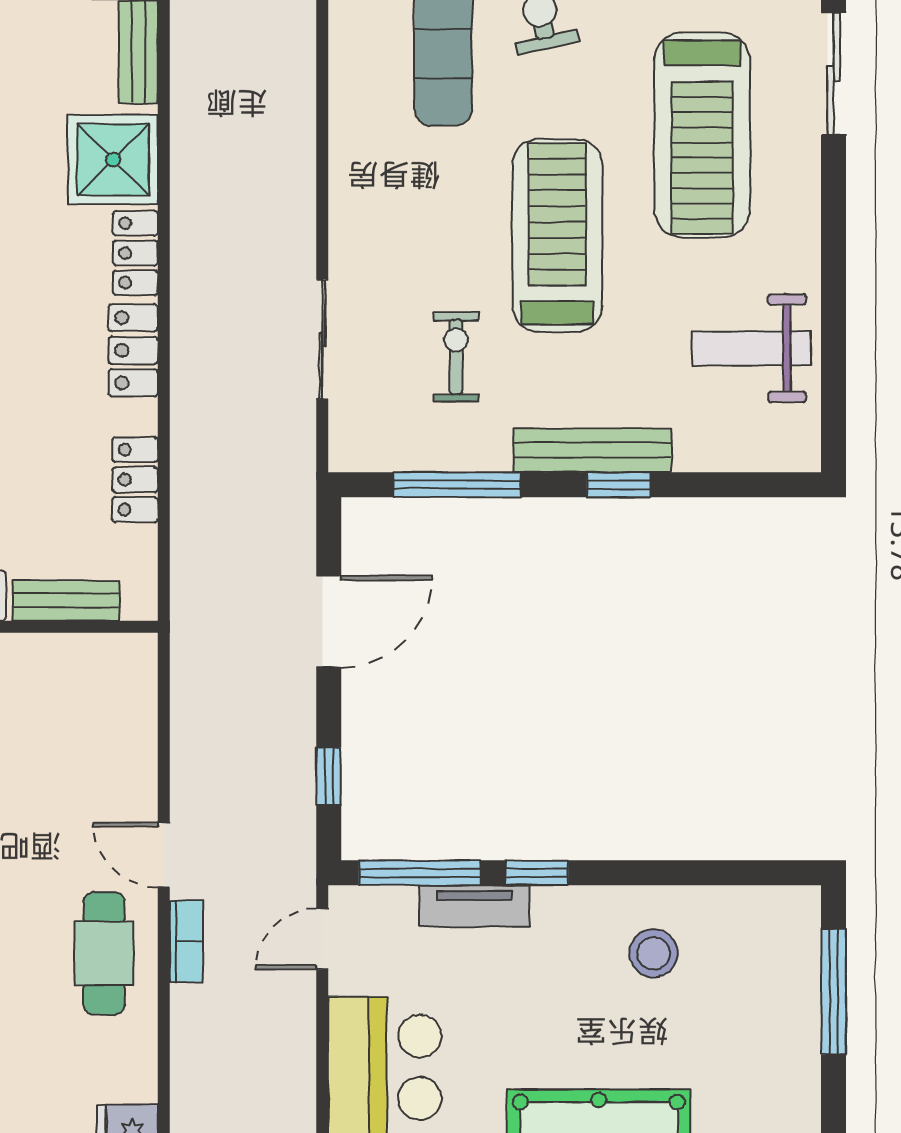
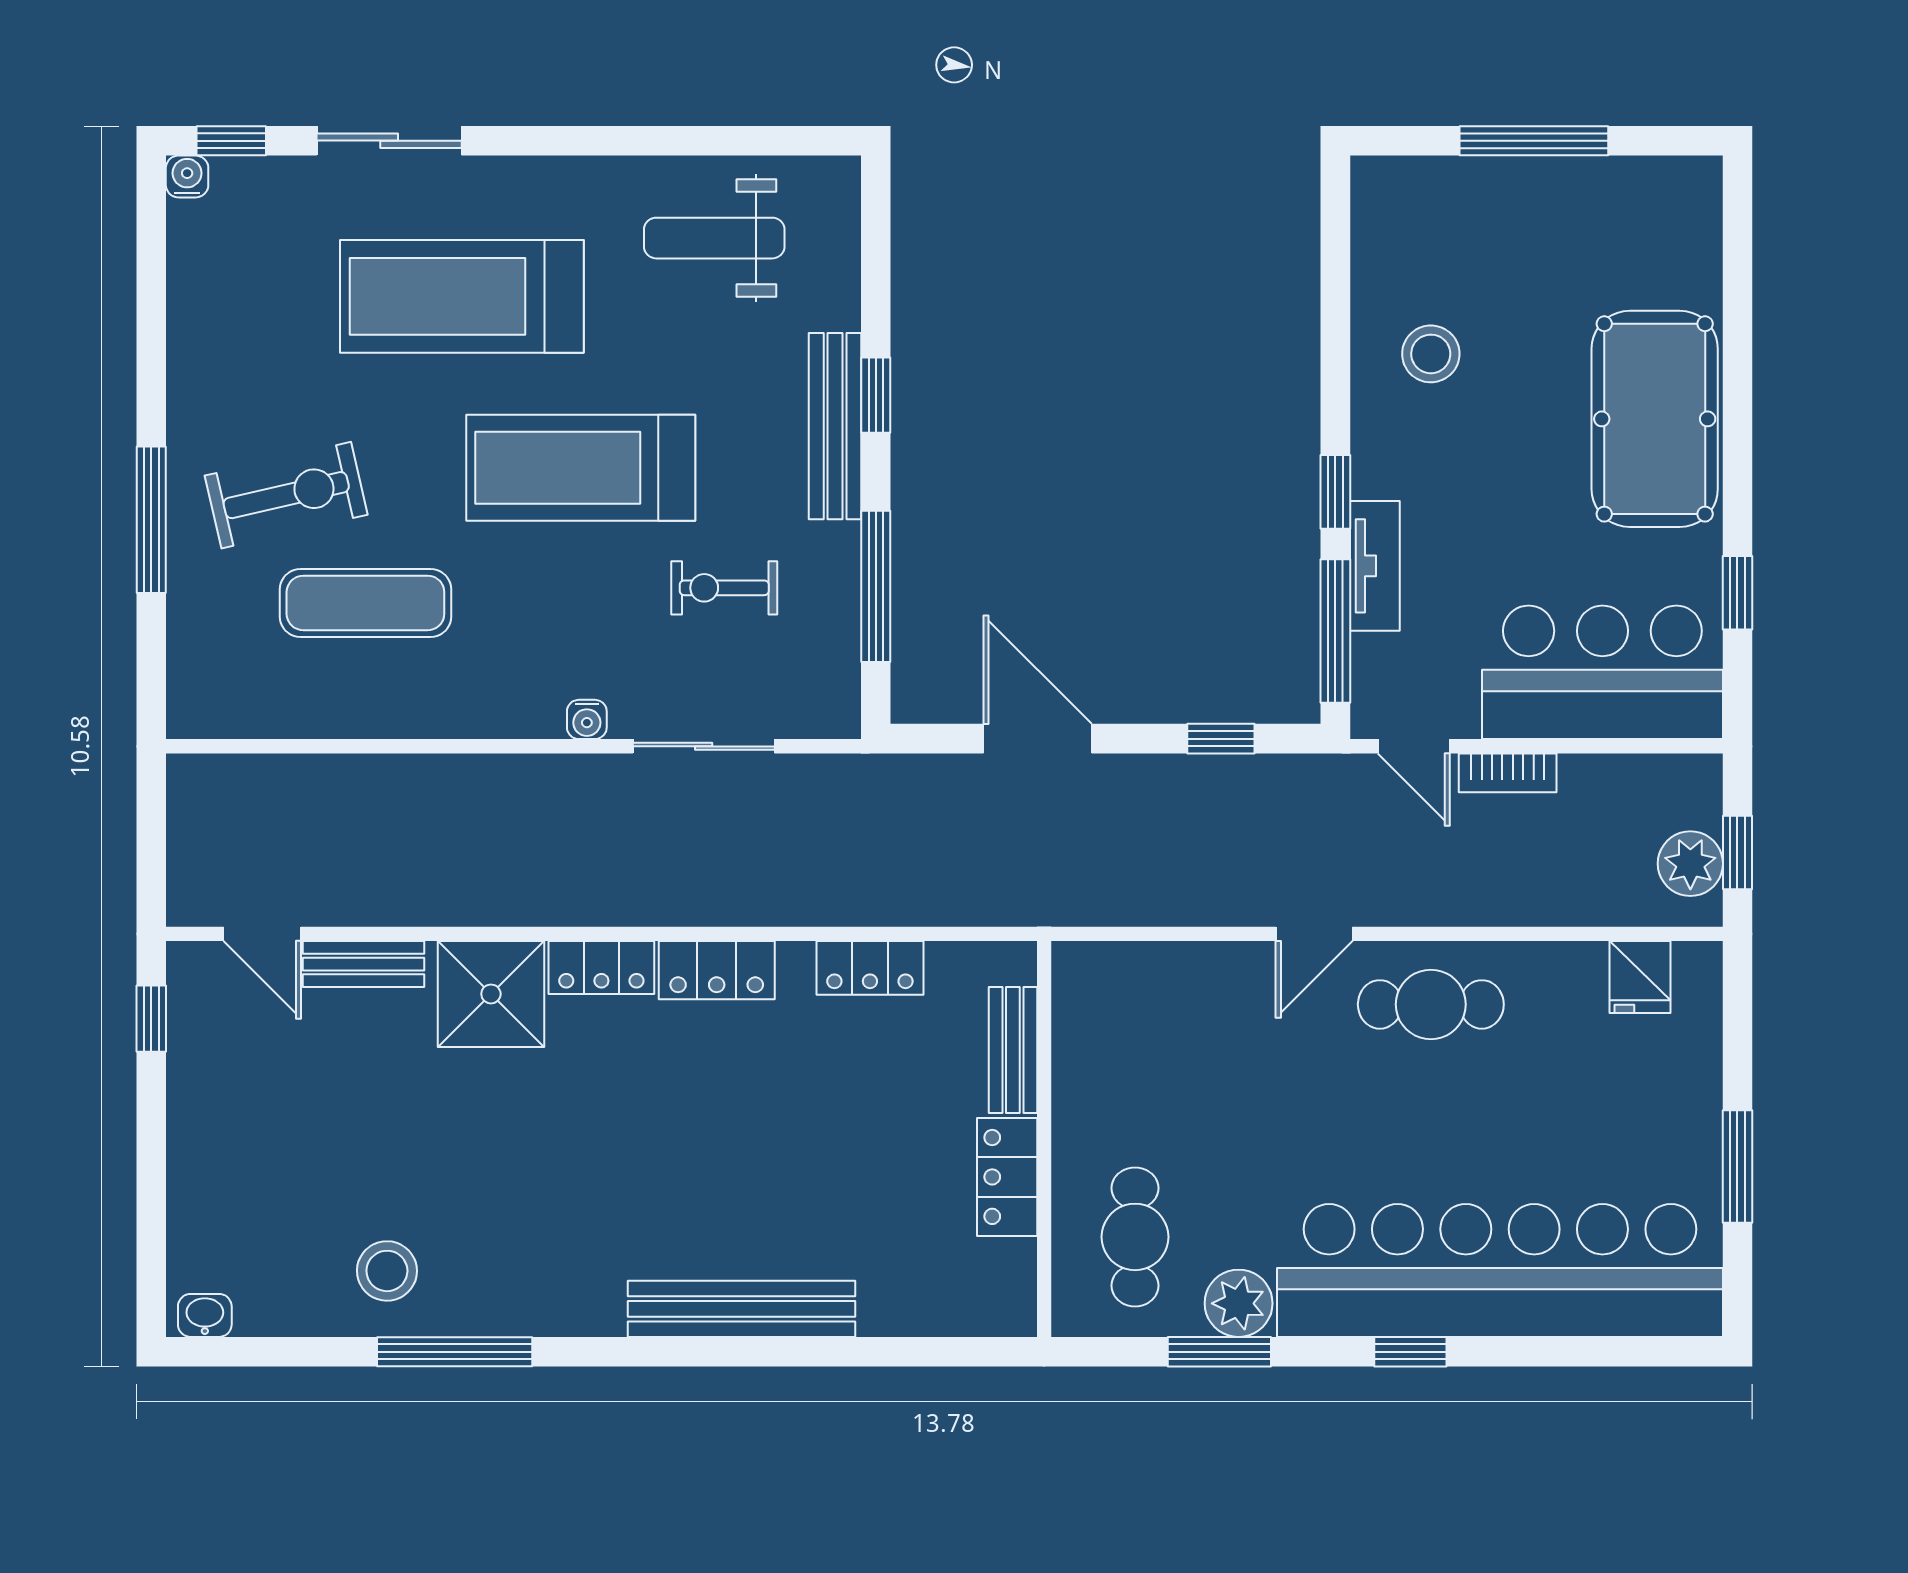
treadmill: (702, 135) -> (462, 296), turned 180
water cooler: (345, 241) -> (587, 719), added
weight bench: (751, 348) -> (714, 238), turned 90
bookcase: (186, 941) -> (1508, 773), moved, turned 180
window: (834, 992) -> (1534, 141), moved

